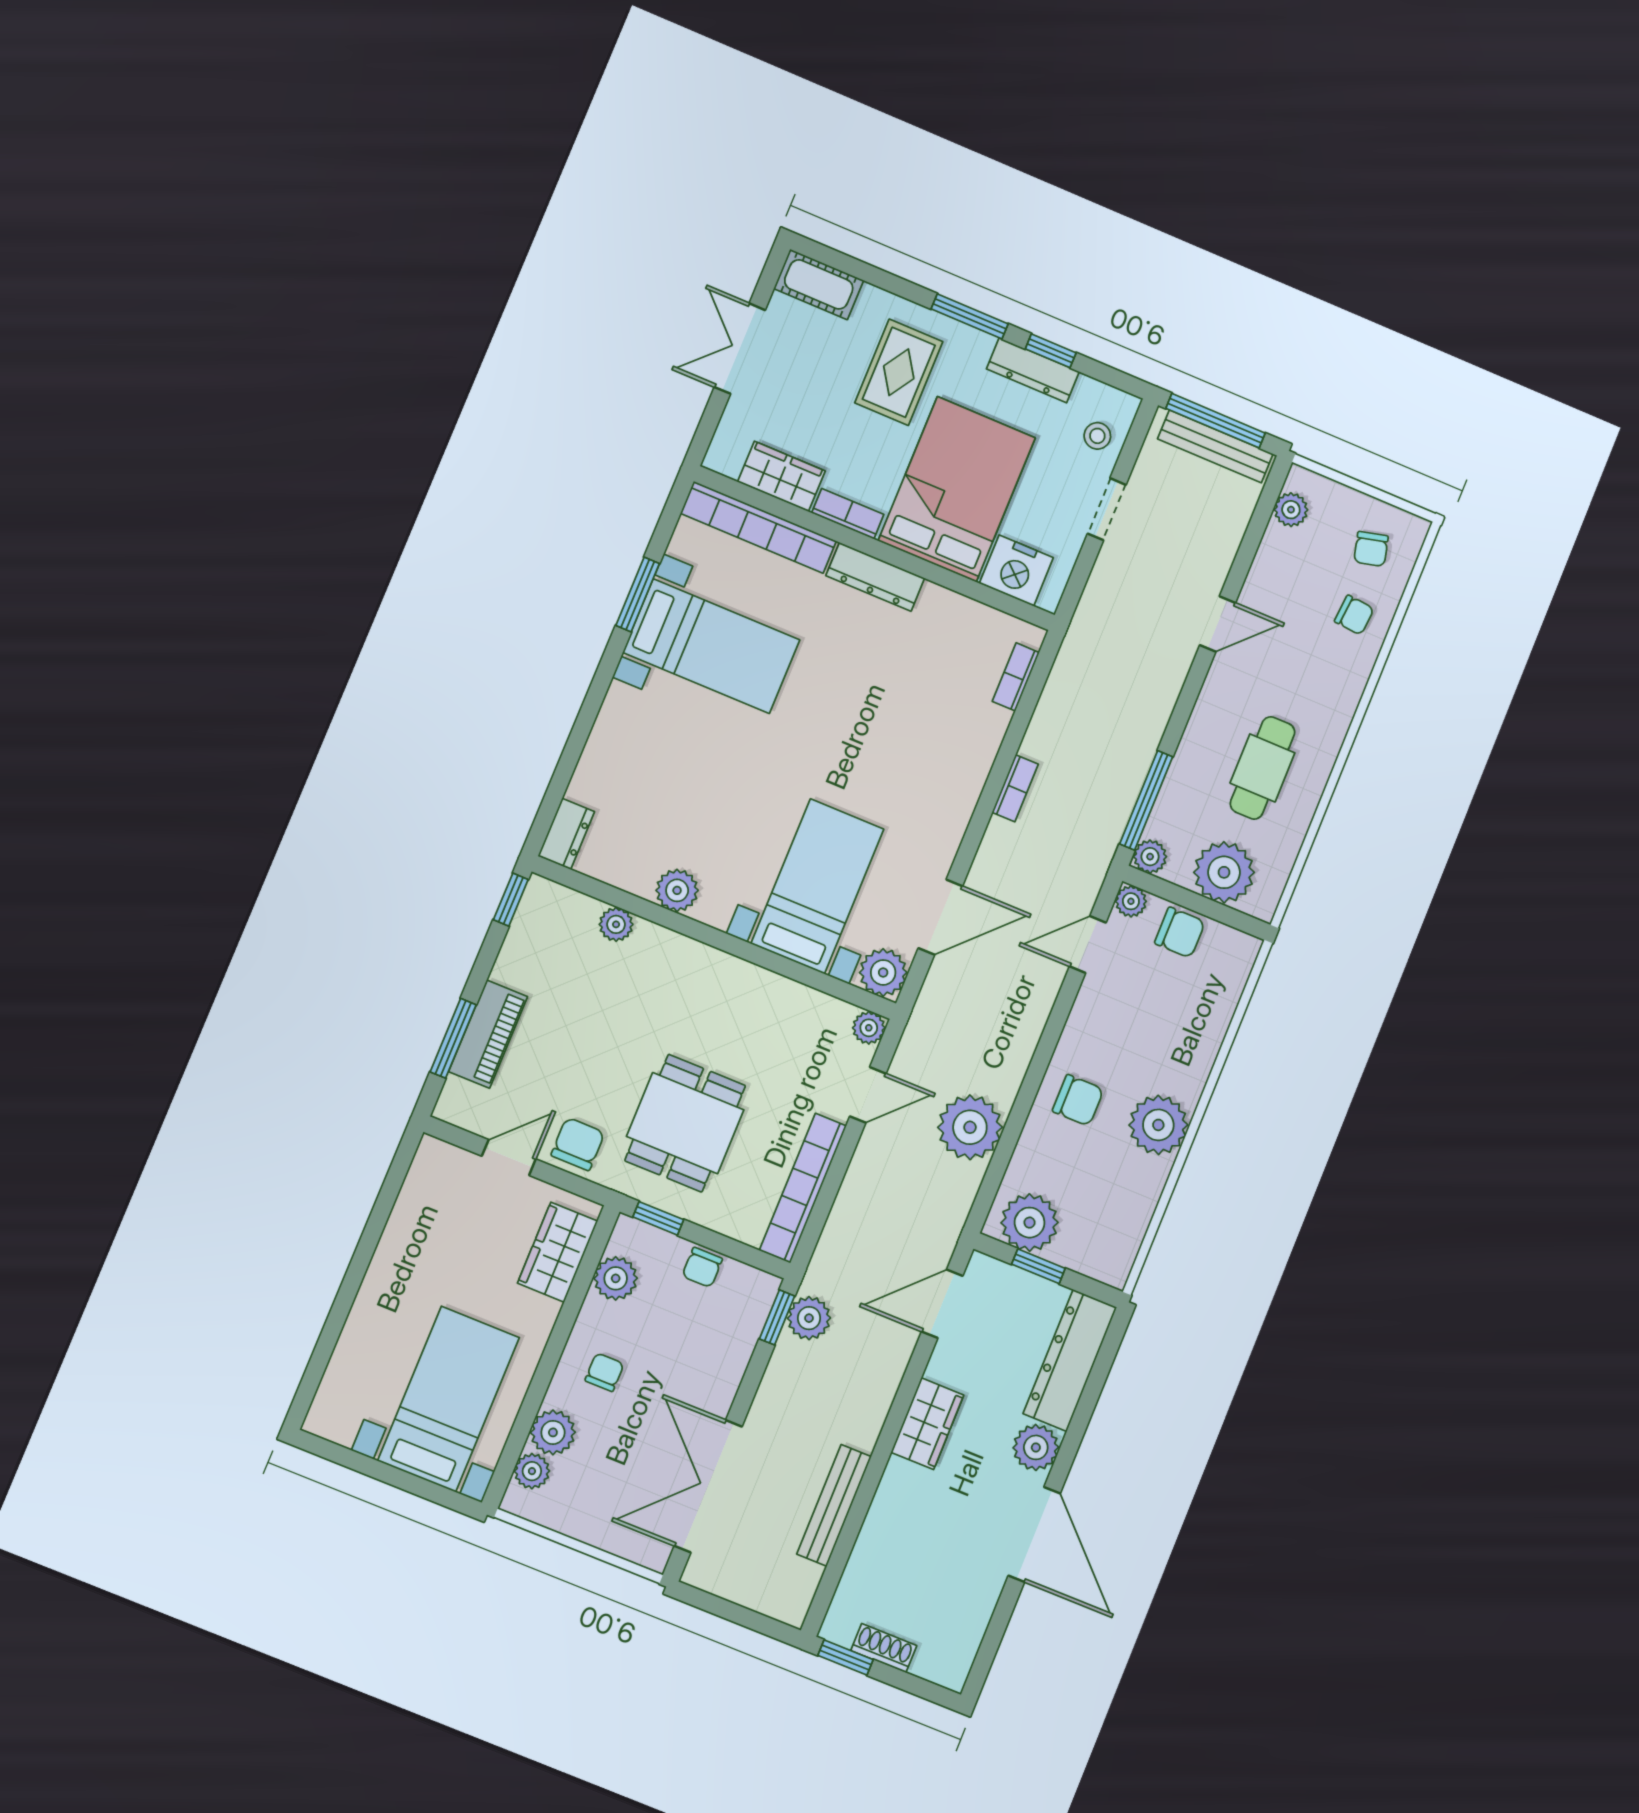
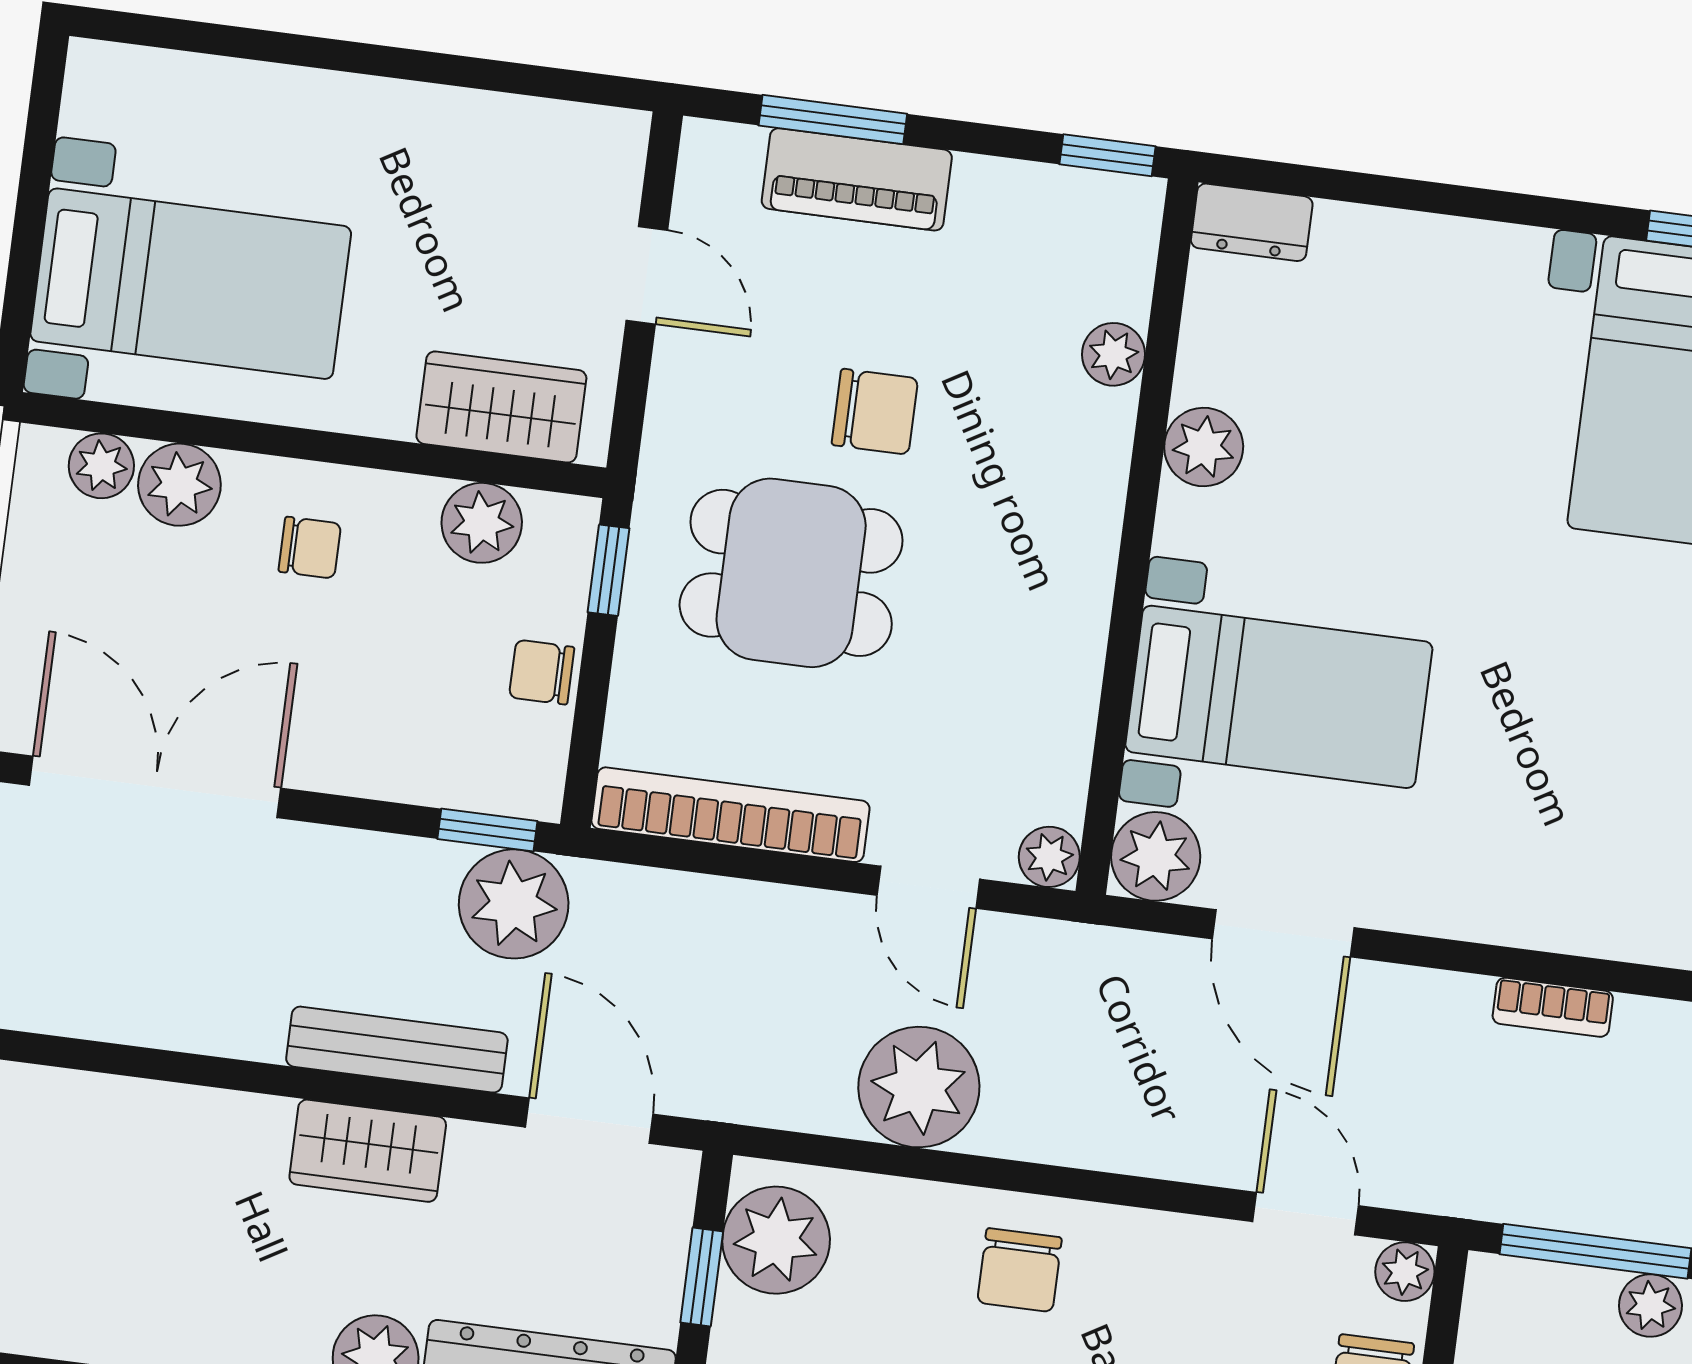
plant: (1150, 857) -> (1650, 1305), moved
chair: (578, 1144) -> (875, 412), moved
plant: (809, 1318) -> (514, 904), width x1.36, depth x1.36
bench: (834, 1505) -> (397, 1050), moved

